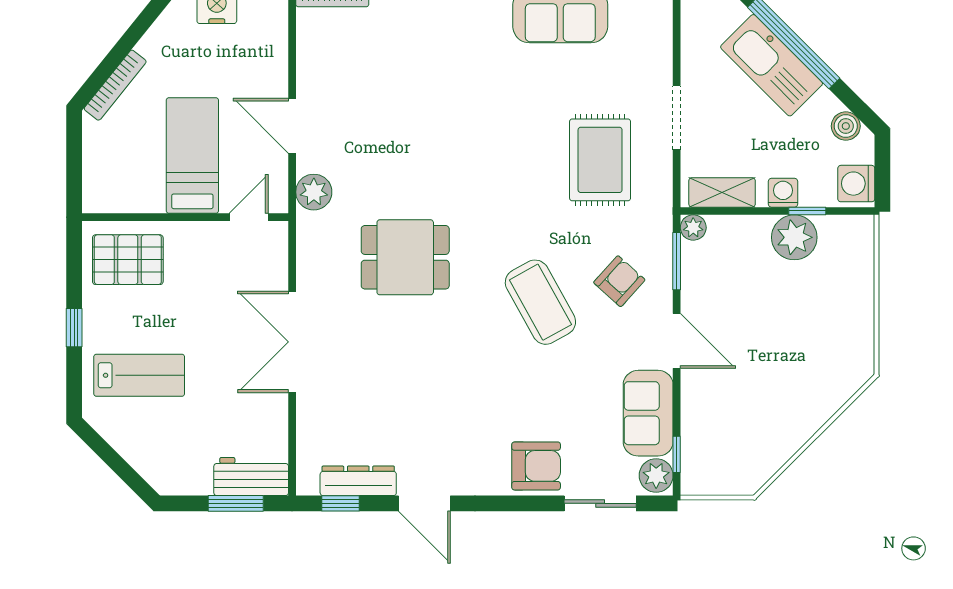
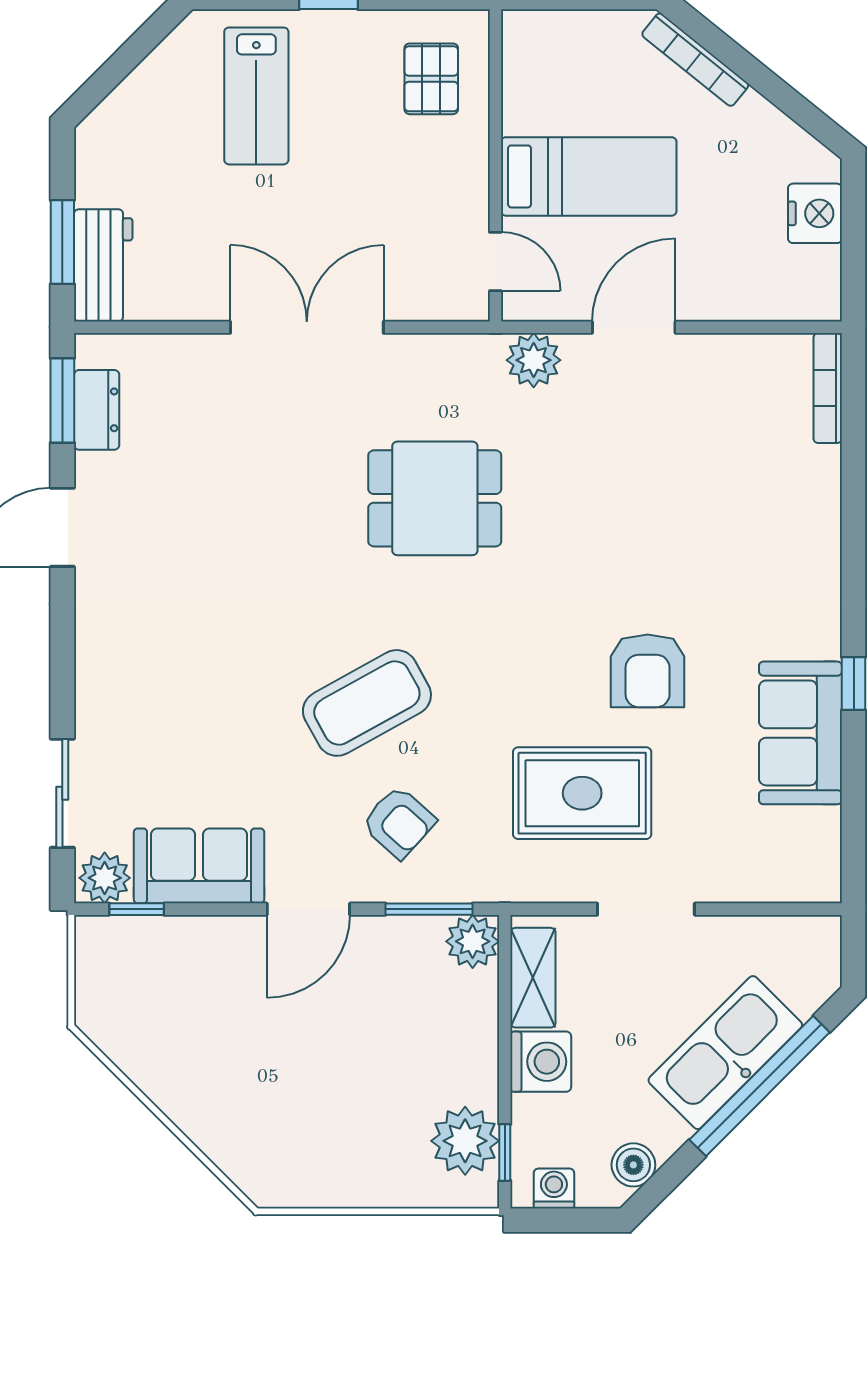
washing machine: (856, 184) -> (554, 1188), width x0.73, depth x0.73
washing machine: (783, 193) -> (541, 1062), width x1.38, depth x1.38
window: (807, 211) -> (505, 1152), moved
plant: (693, 228) -> (473, 941), width x1.38, depth x1.38
plant: (794, 237) -> (465, 1141), moved
dining table: (405, 257) -> (435, 498), turned 90
pallet: (128, 260) -> (431, 79), width x0.67, depth x0.71
armchair: (536, 466) -> (648, 671), moved
dresser: (358, 481) -> (97, 410), width x0.70
window: (340, 503) -> (62, 400), width x1.50

